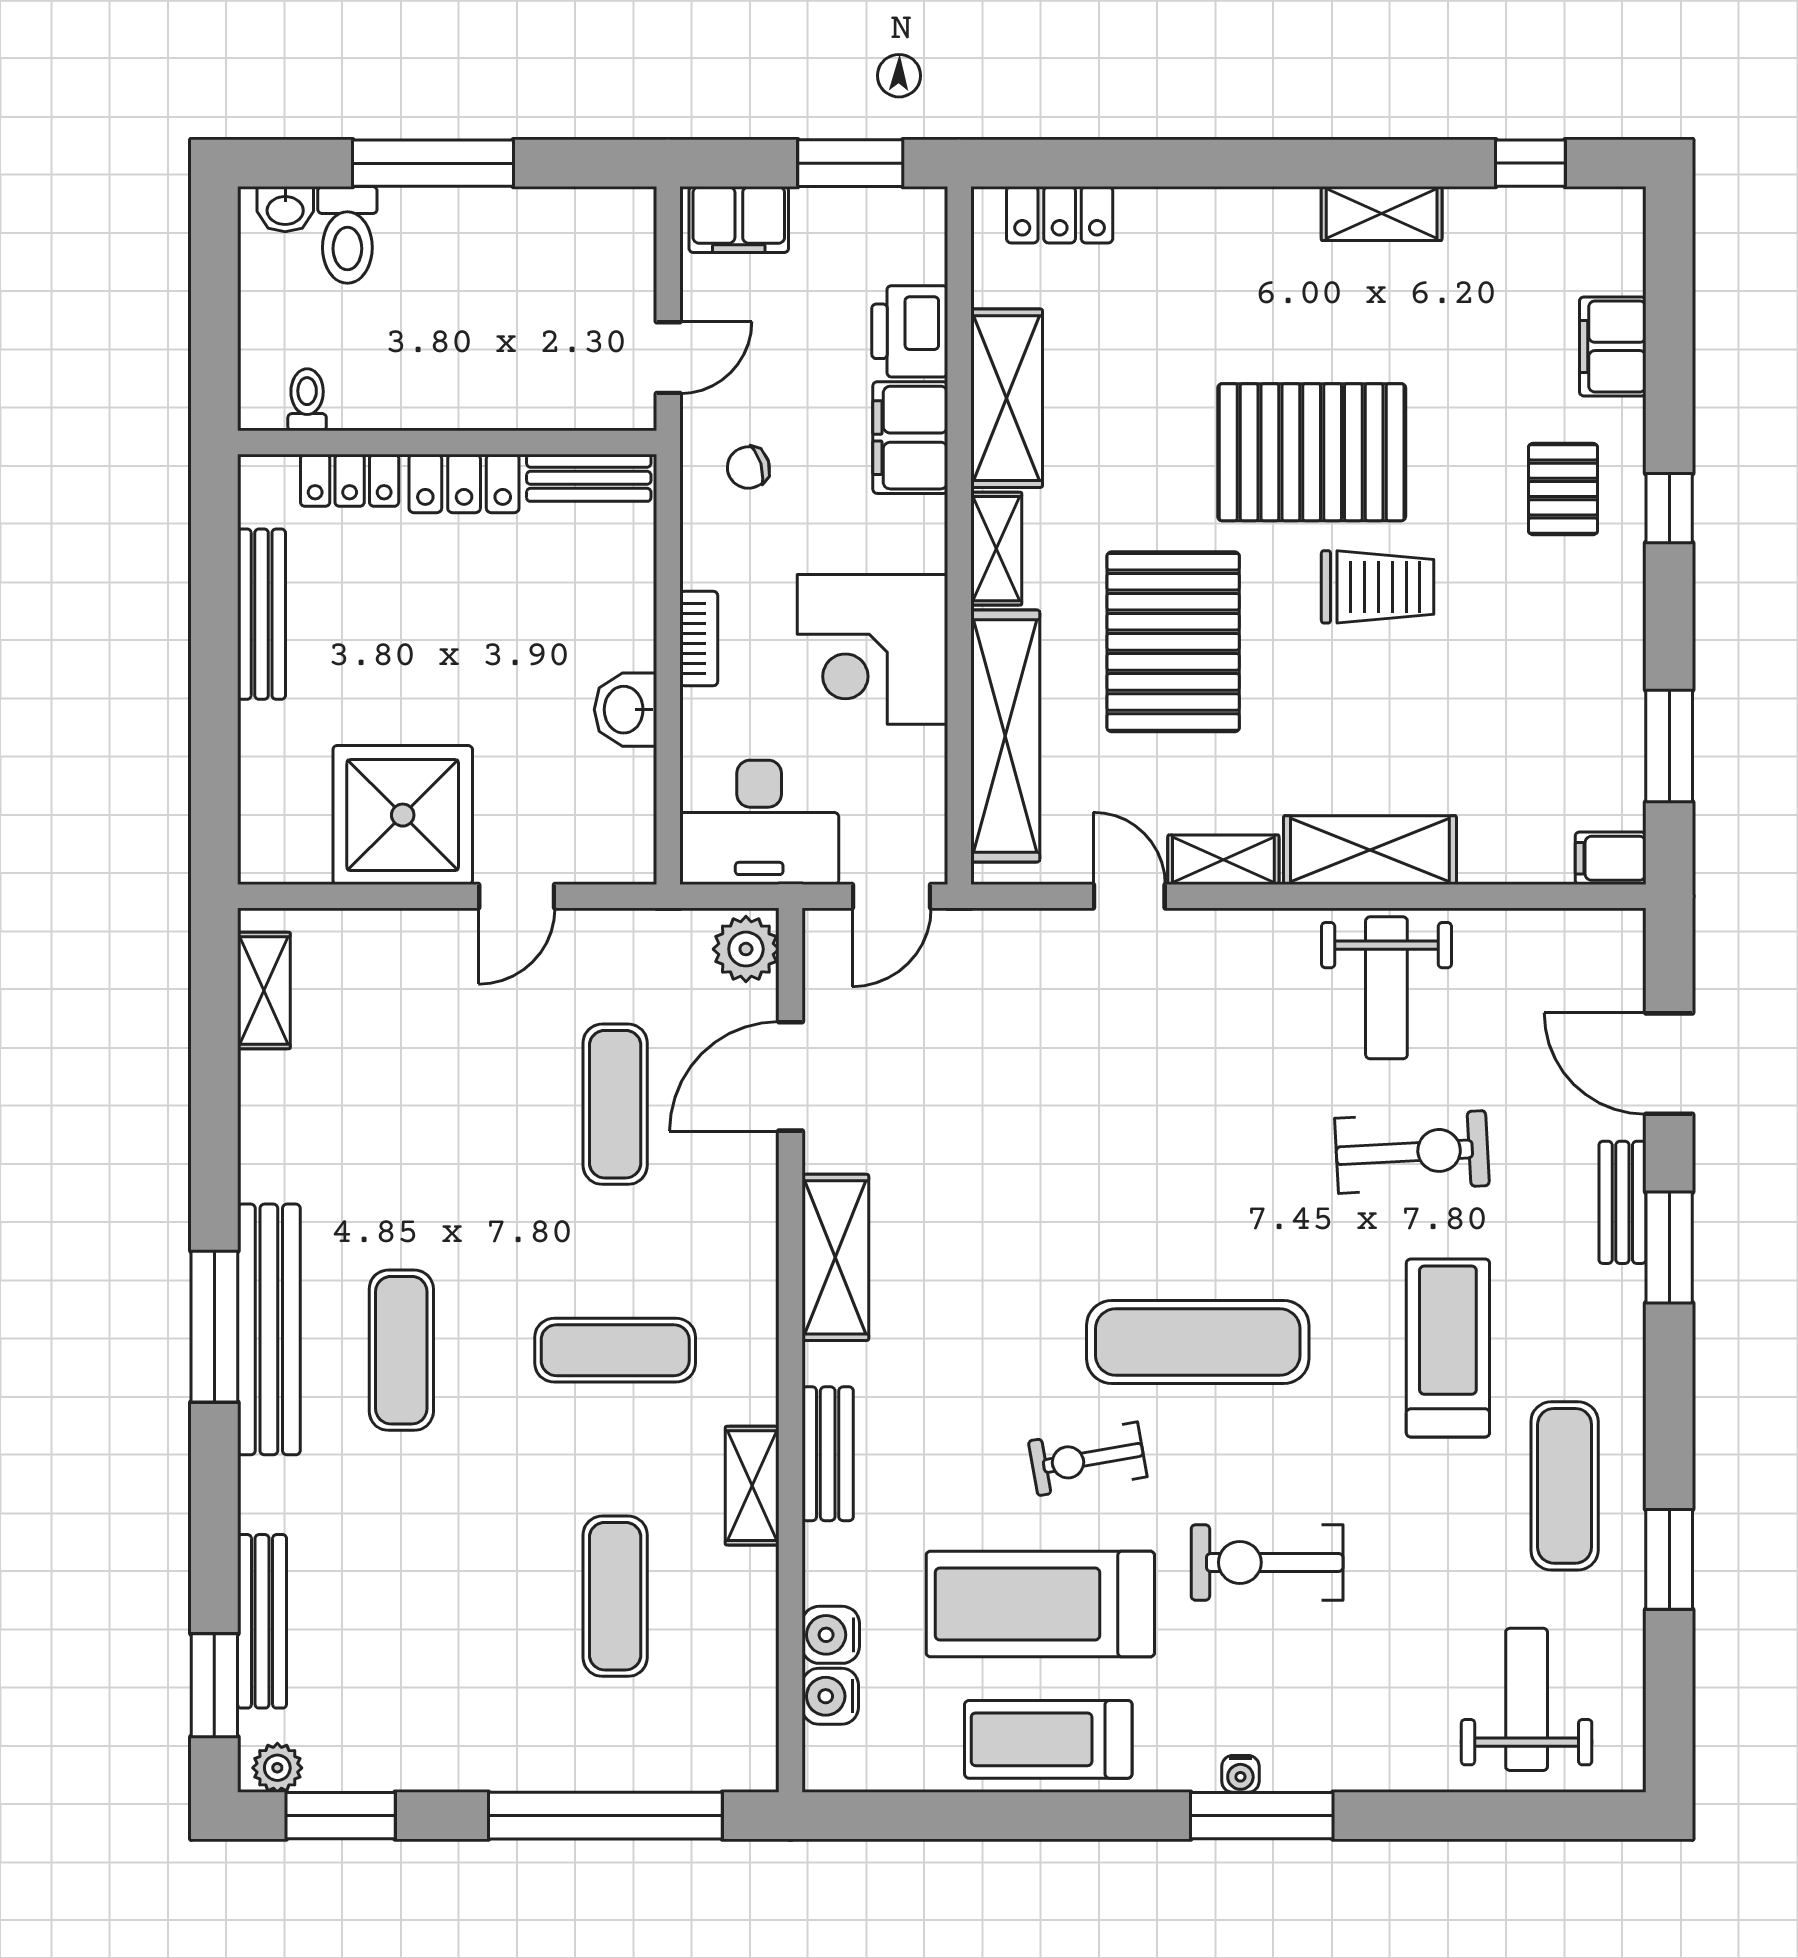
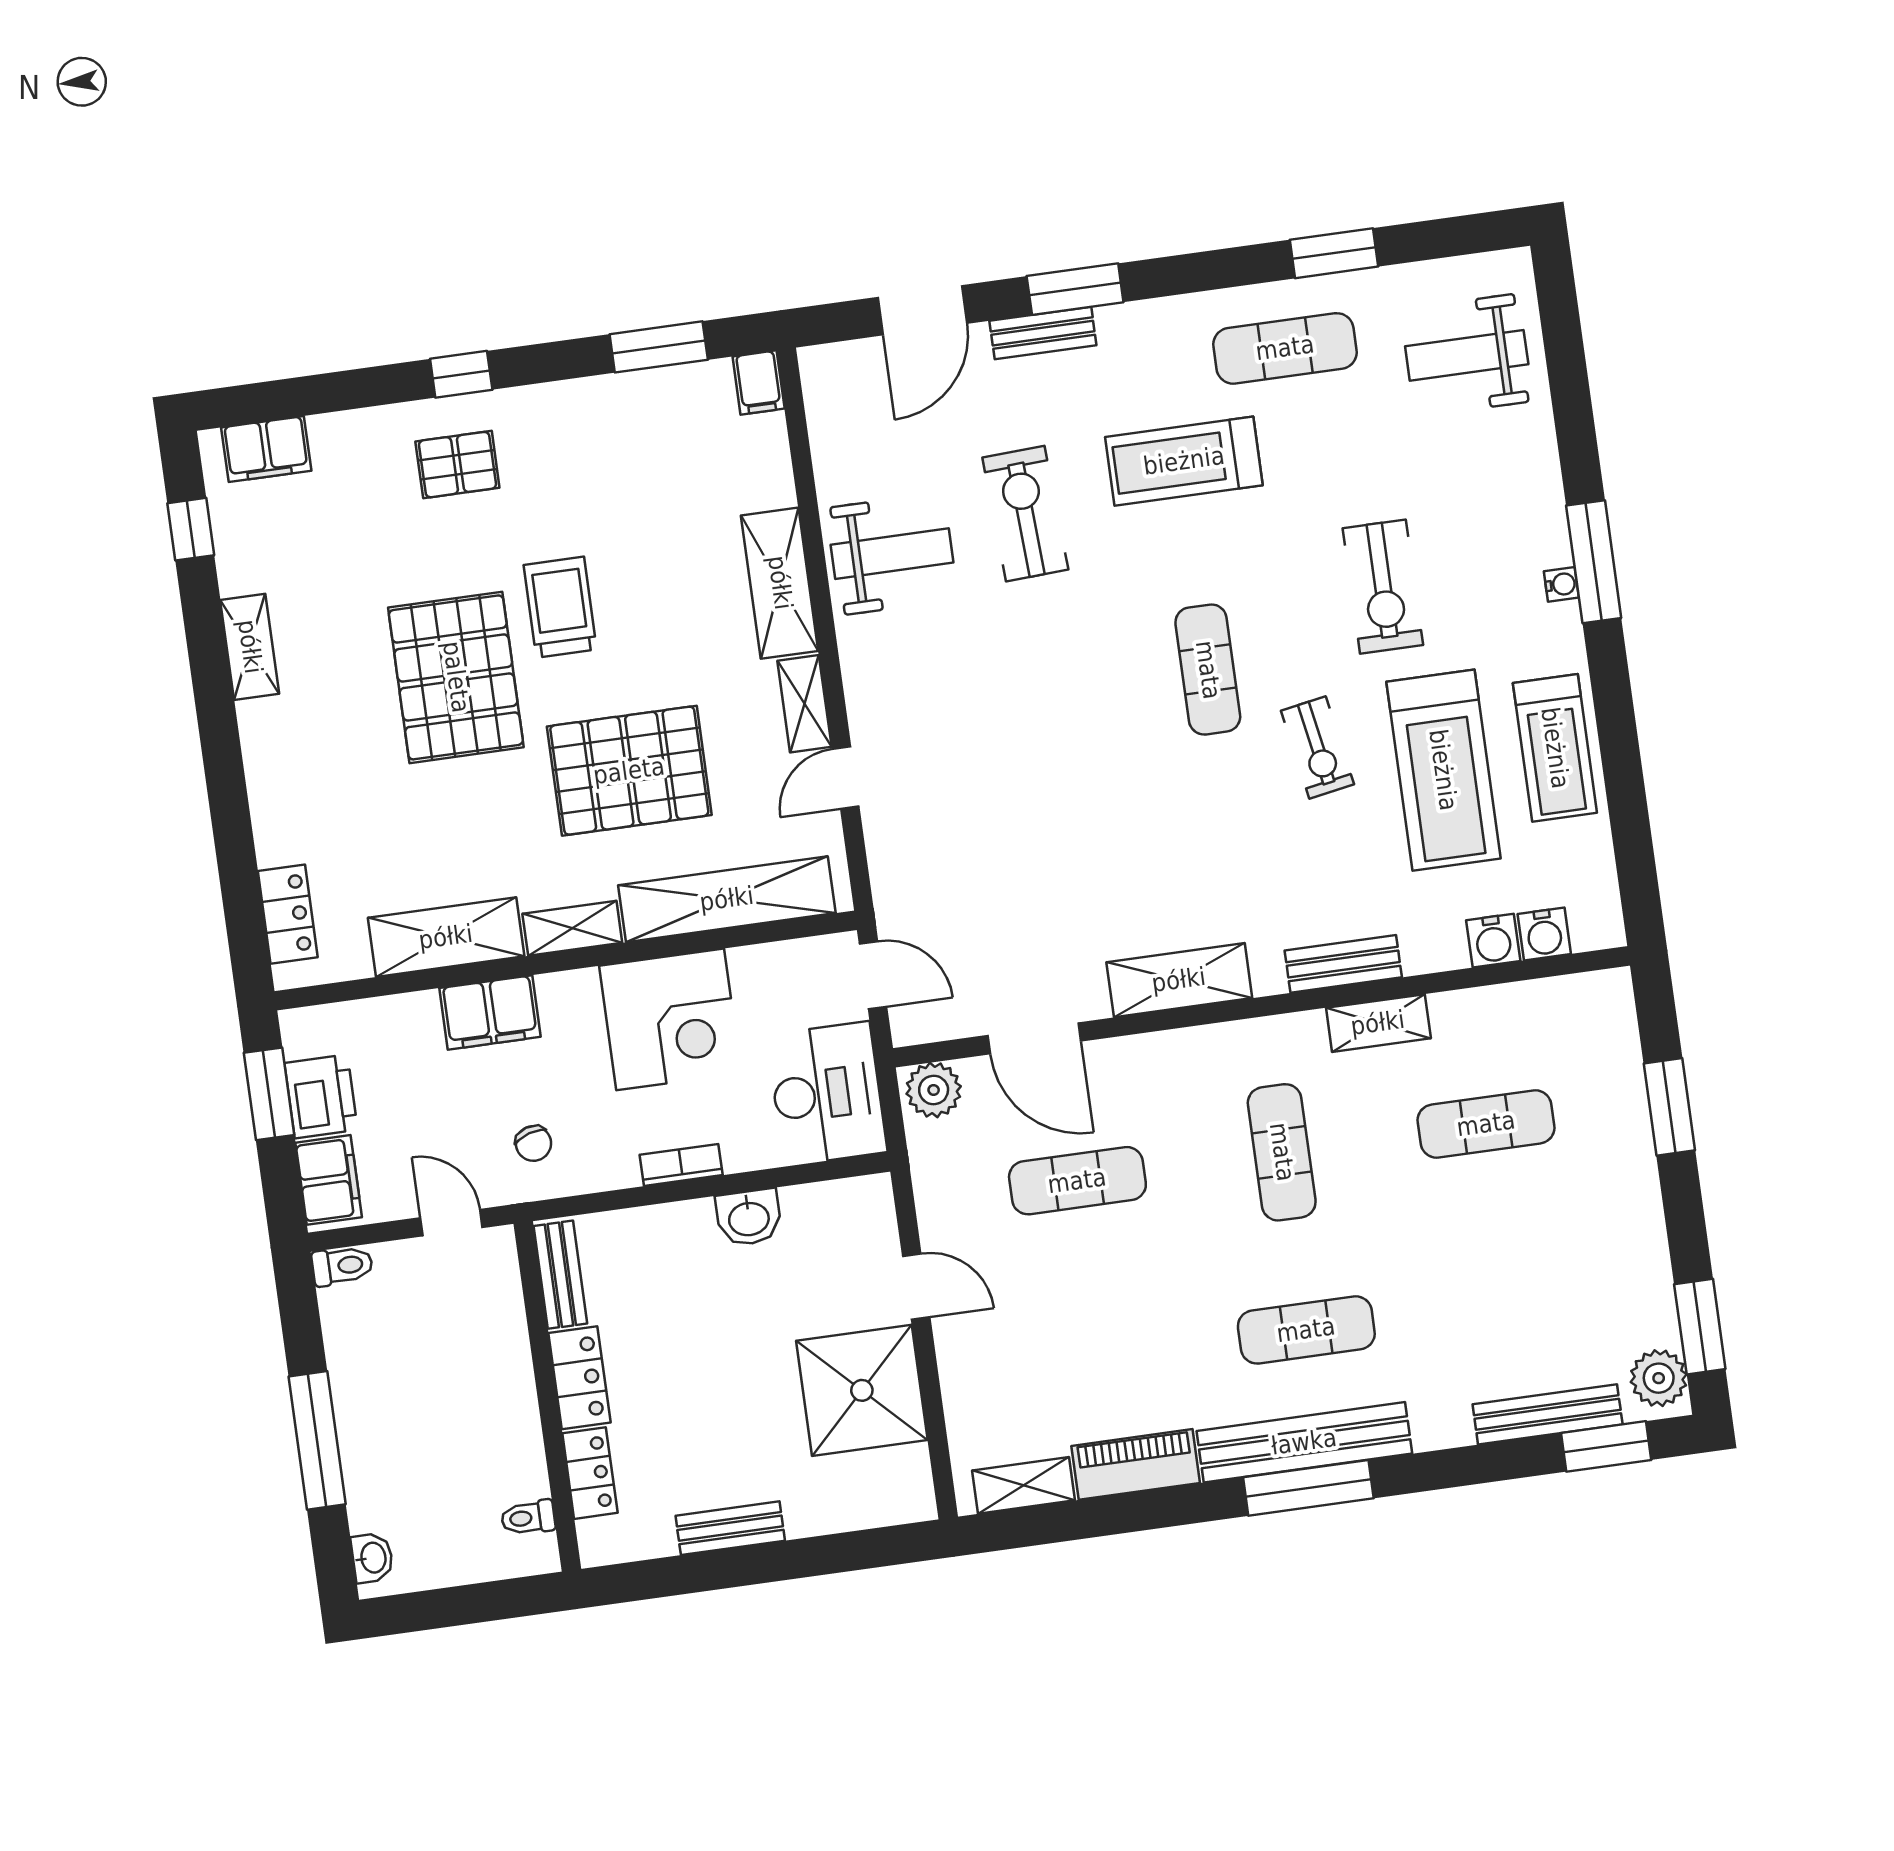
toilet: (347, 235) -> (342, 1266), moved, width x0.73, depth x0.72
printer: (910, 331) -> (321, 1096), moved, turned -90
filing cabinet: (1613, 346) -> (266, 449), moved
bench: (262, 614) -> (730, 1528), width x0.73
piano: (270, 1126) -> (1136, 1464), added
exercise mat: (1198, 1342) -> (1208, 670), width x0.73, depth x0.69
plant: (277, 1768) -> (1659, 1378), width x1.38, depth x1.38
window: (605, 1816) -> (1669, 1107), width x0.47

